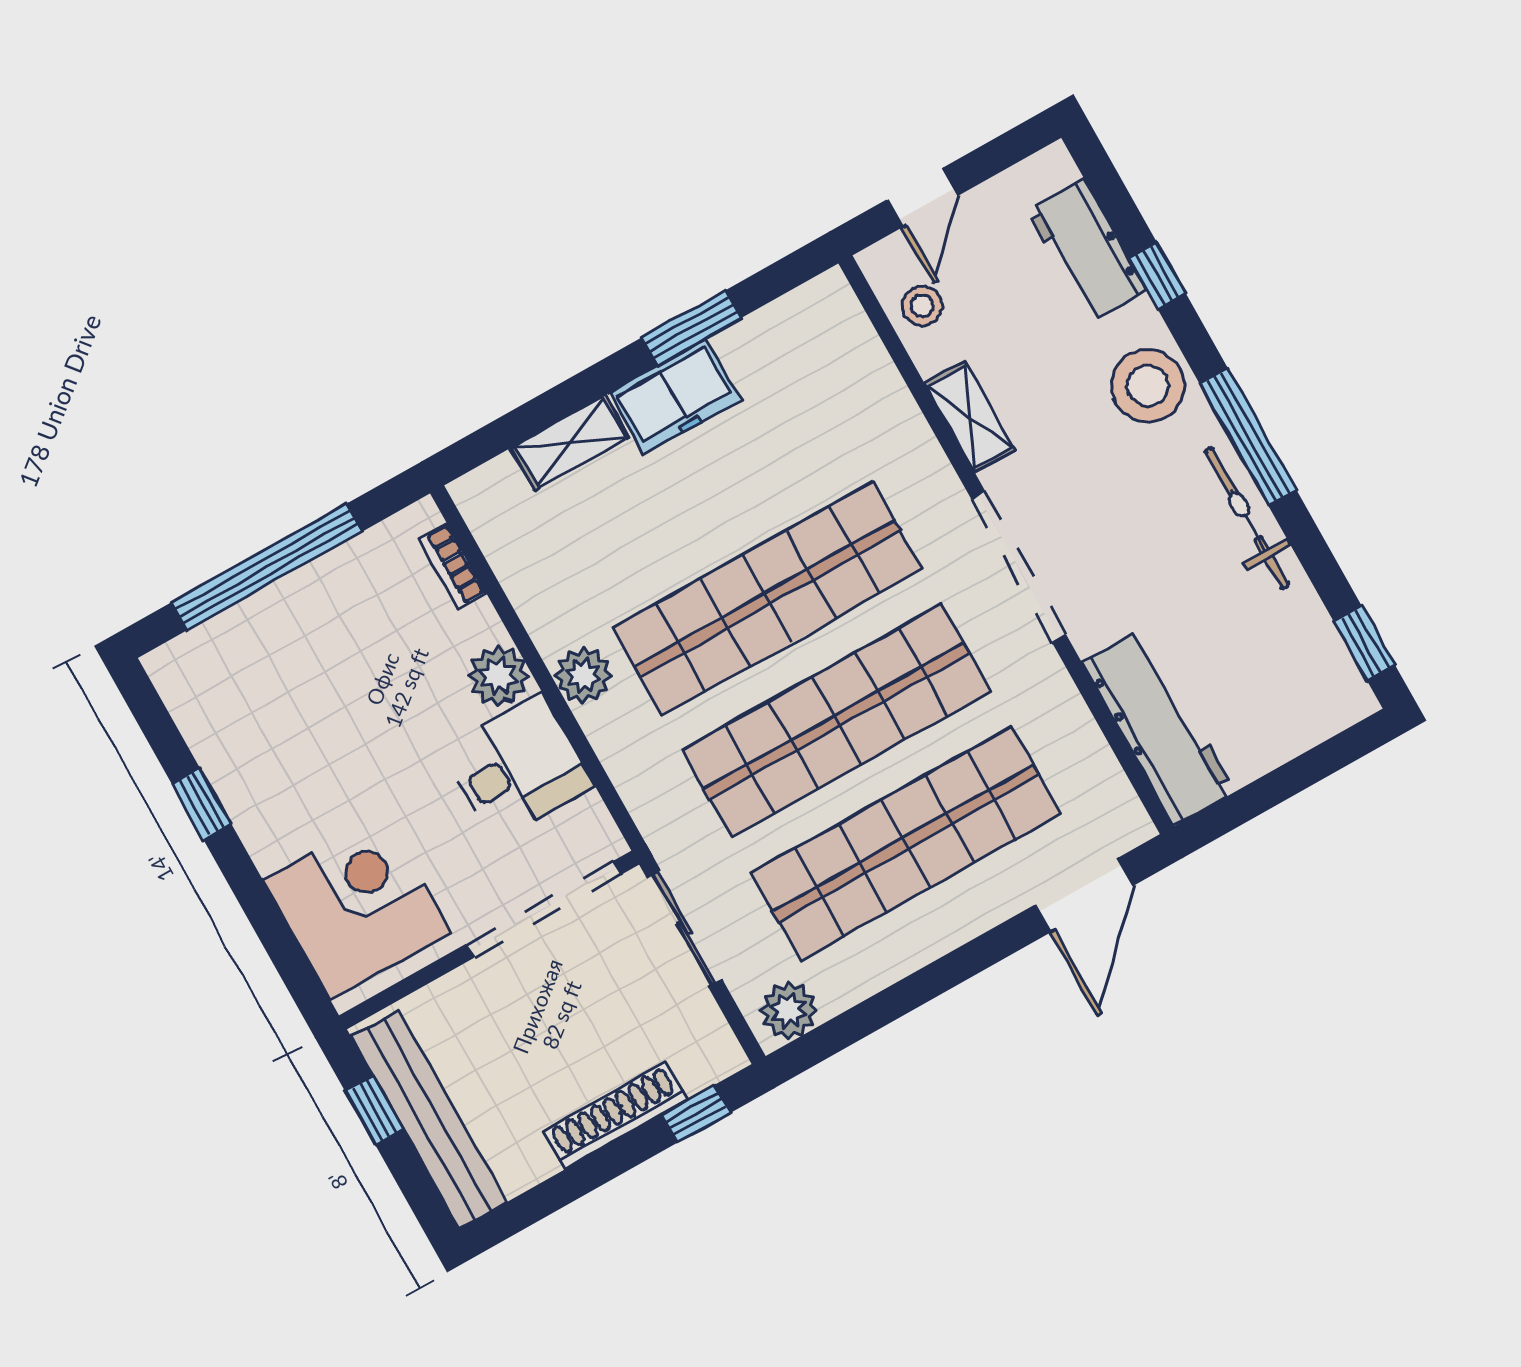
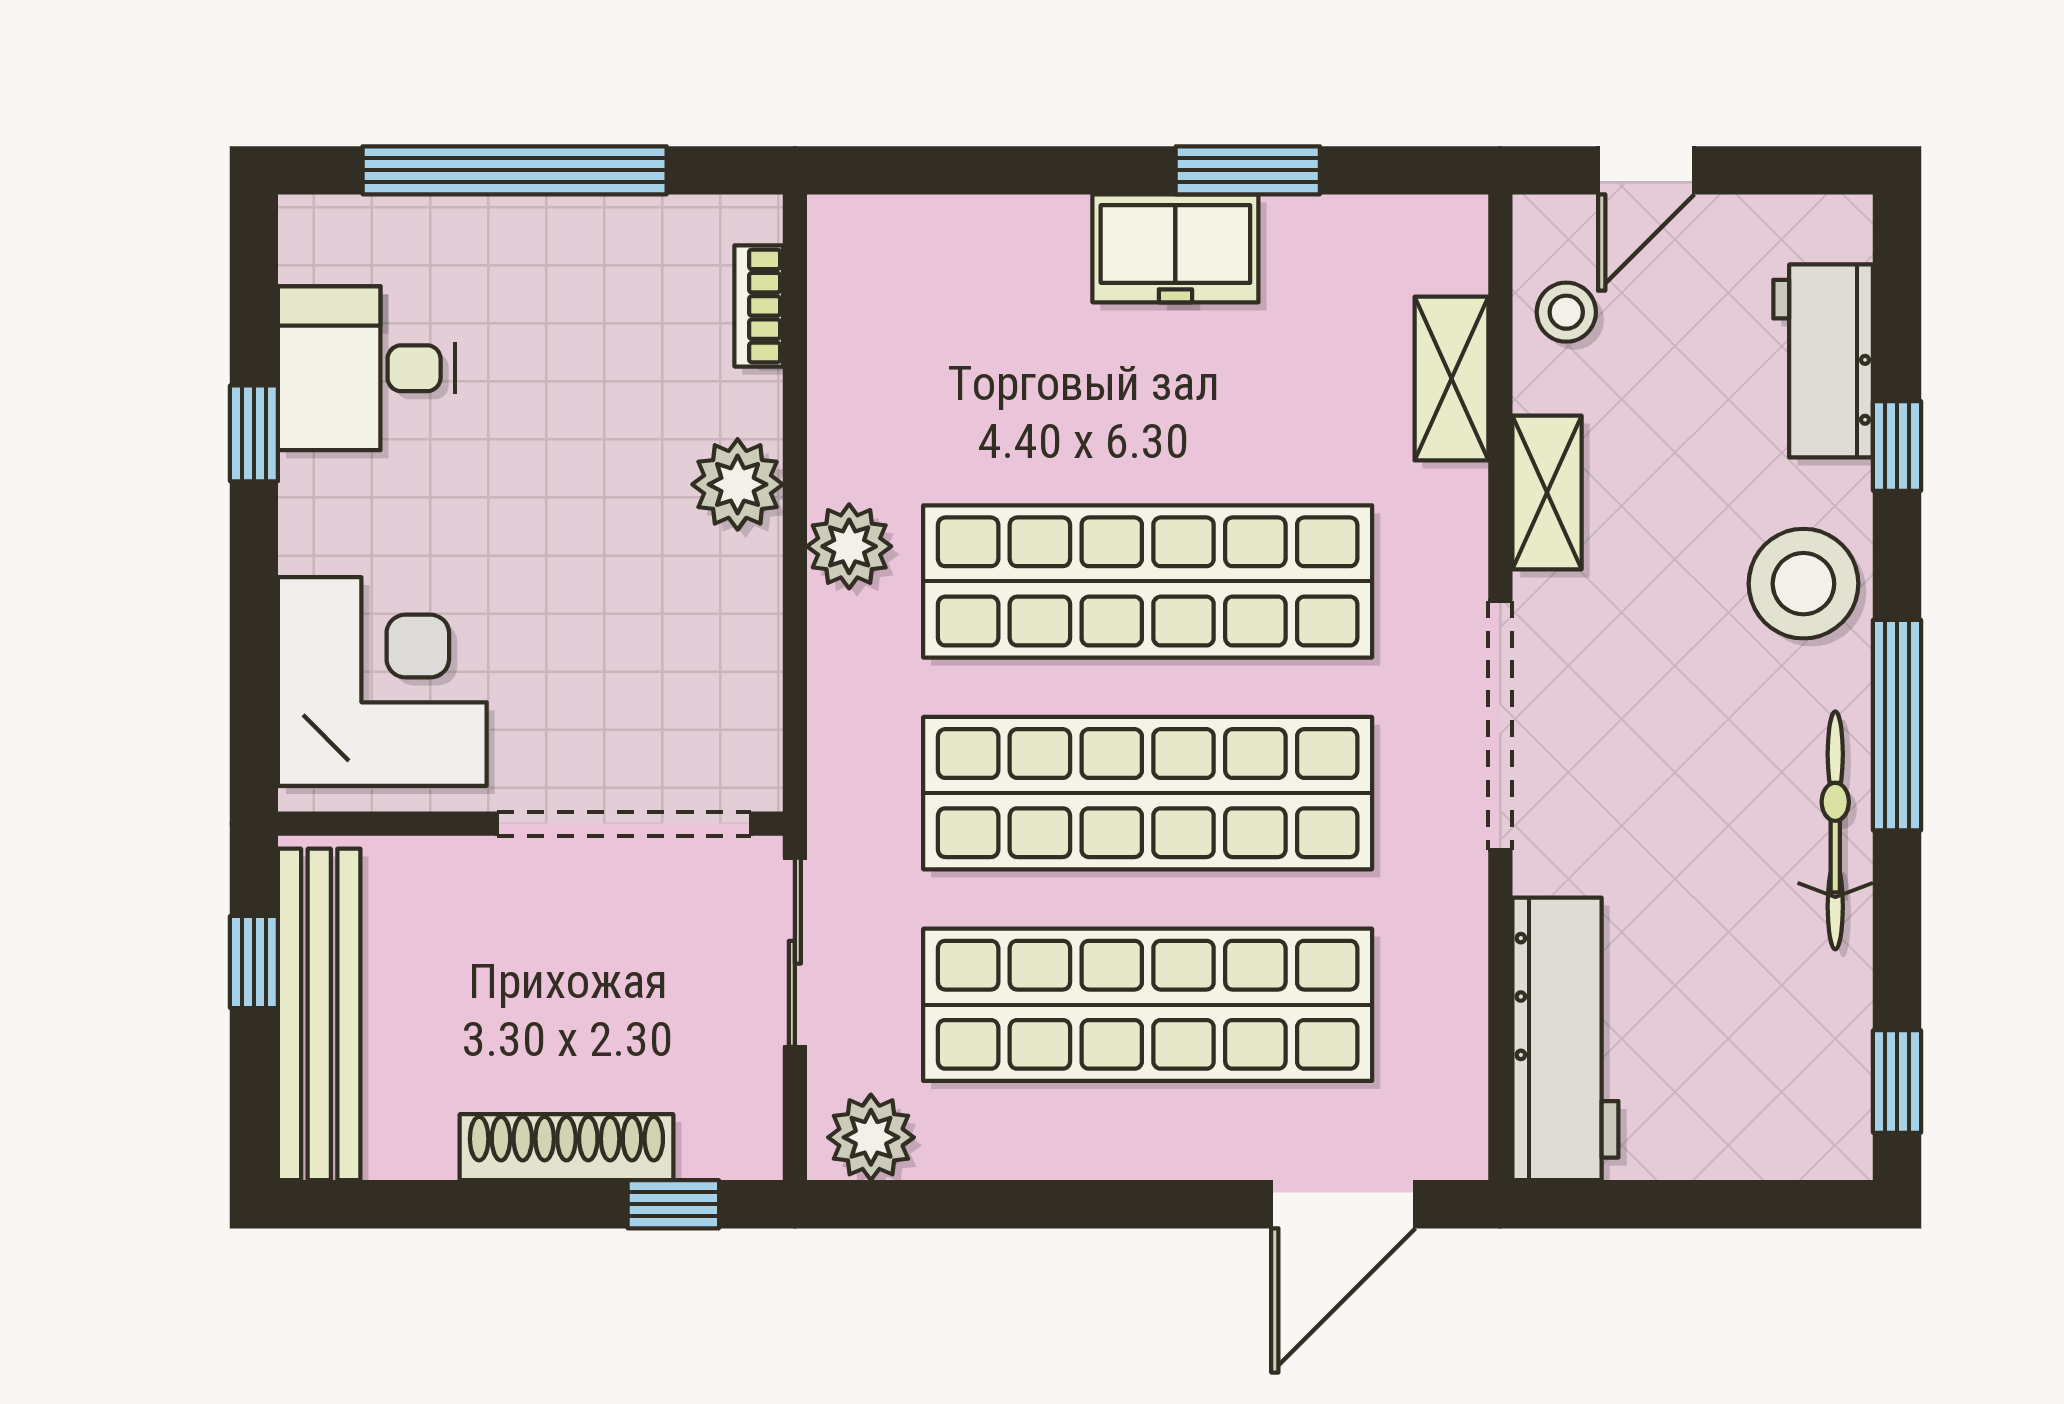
shelving: (570, 443) -> (1451, 379), moved, turned 90
desk: (517, 768) -> (366, 368), moved, turned 180

